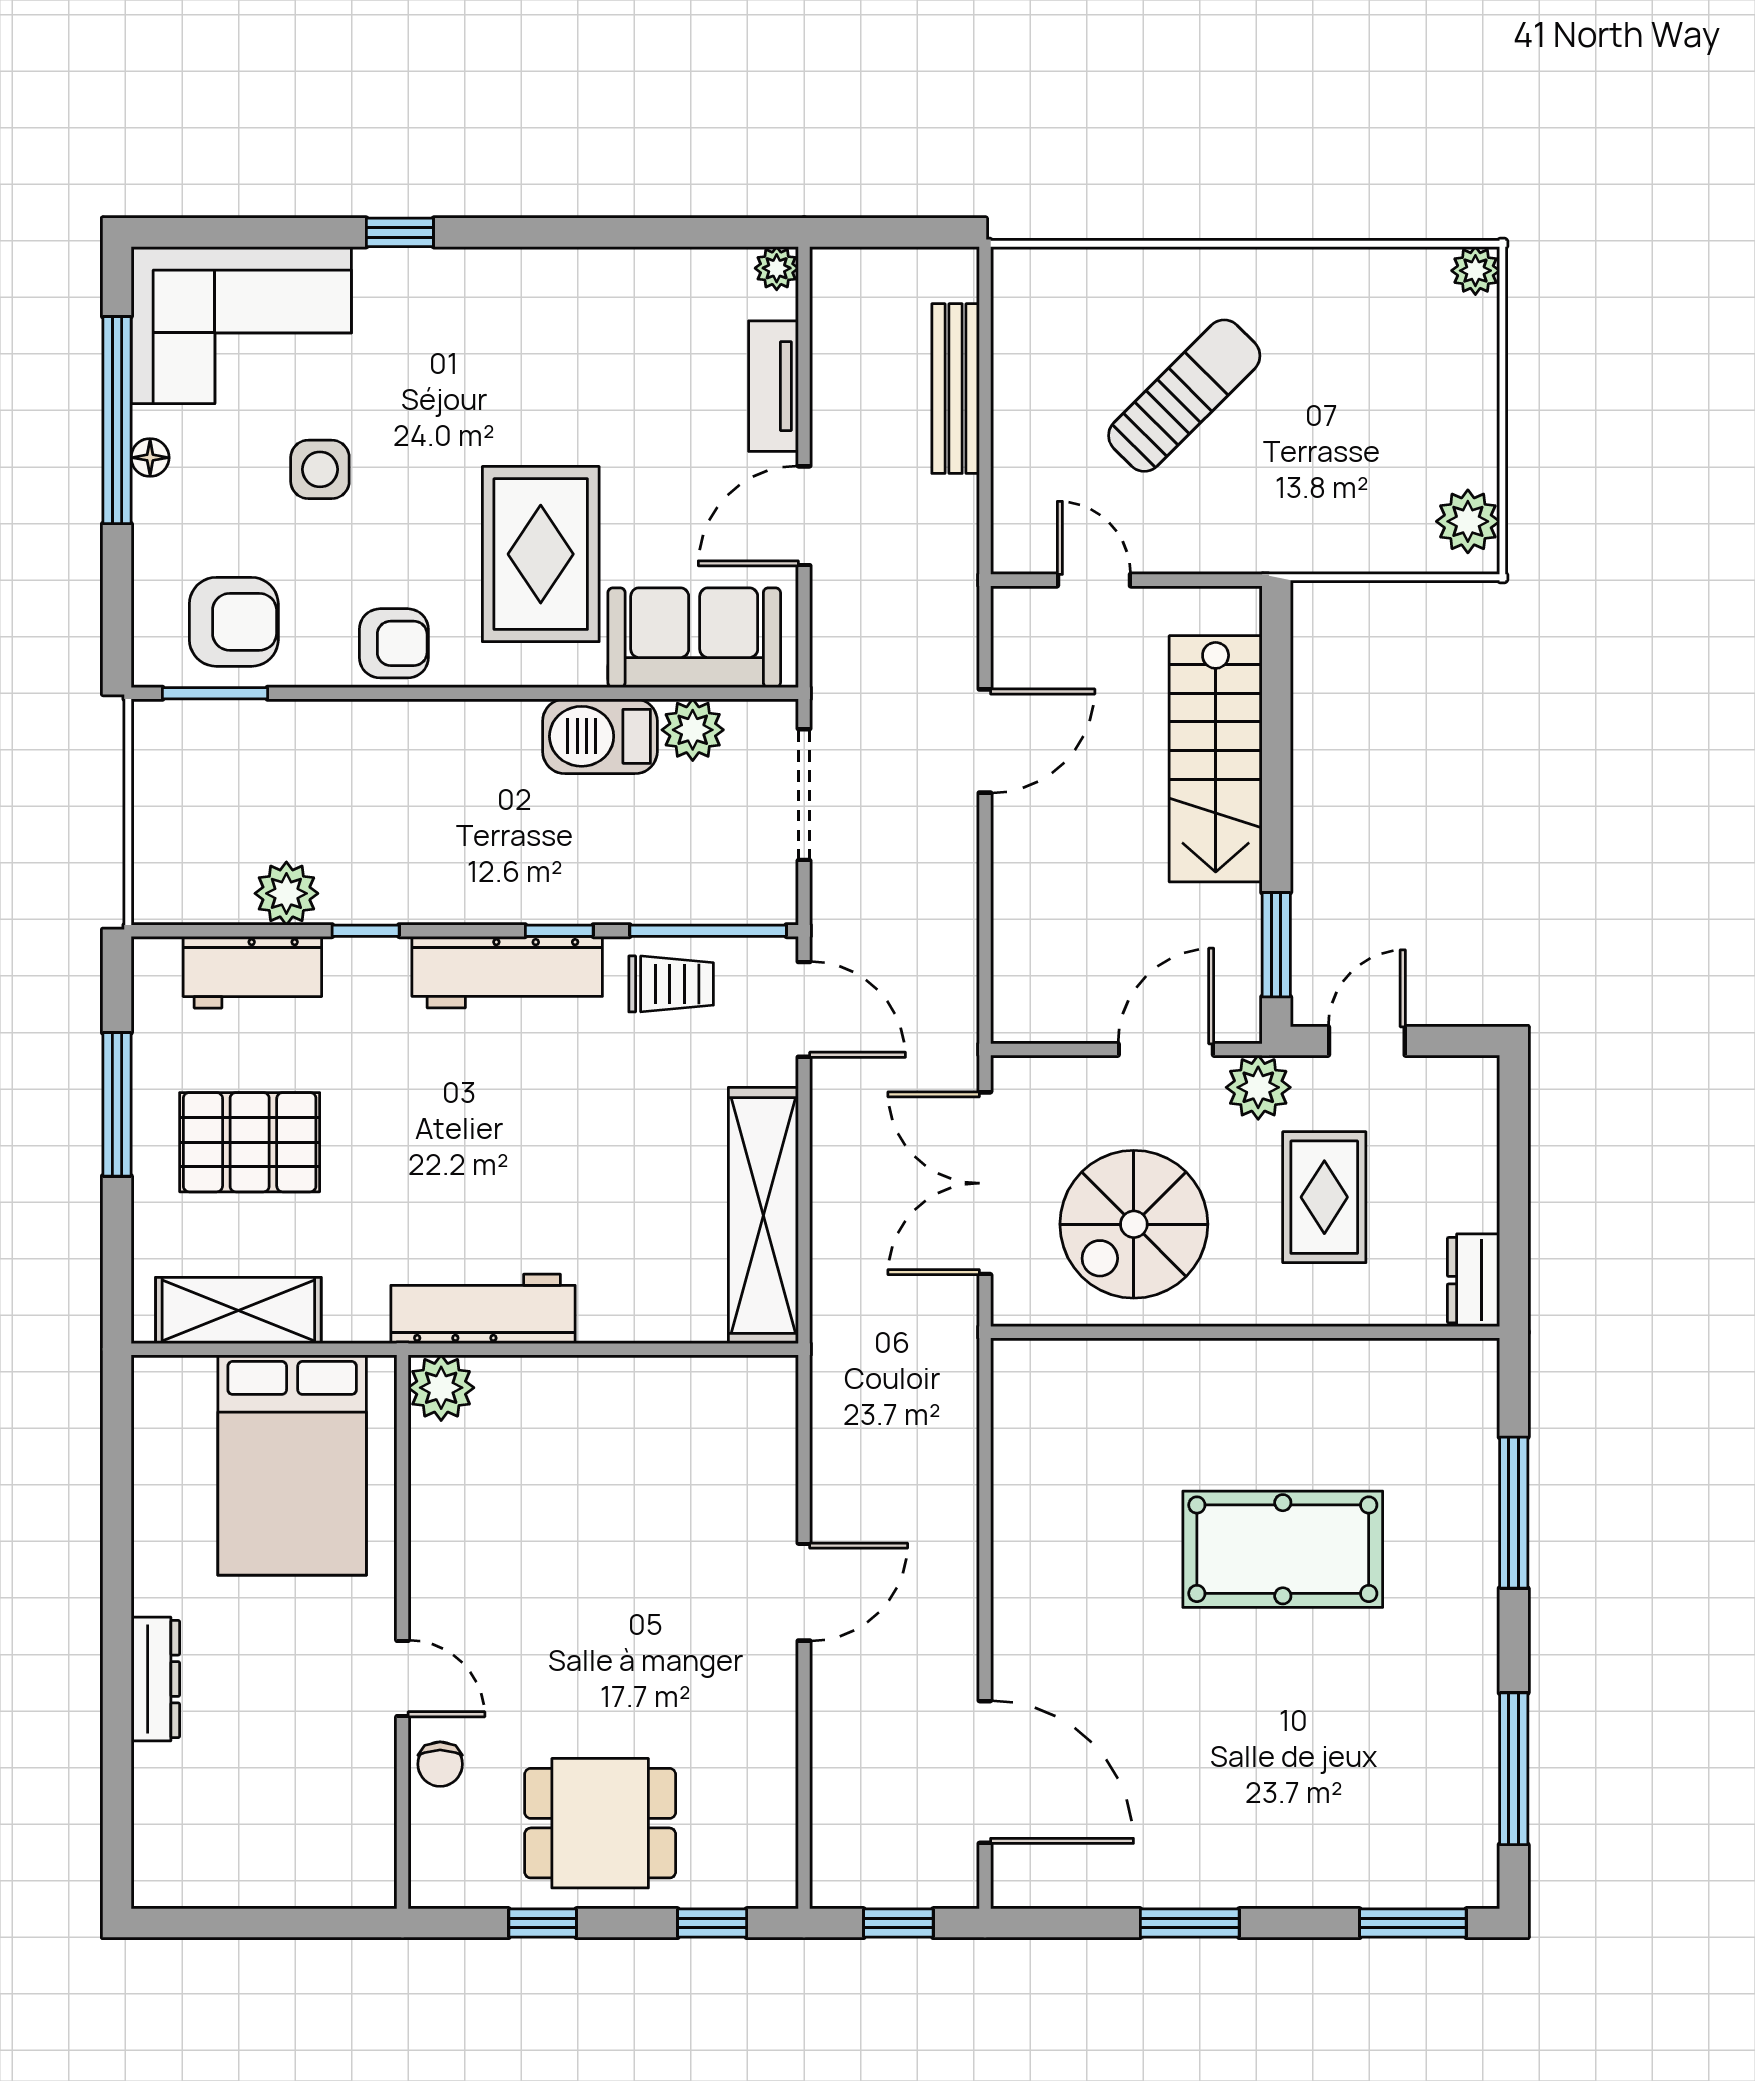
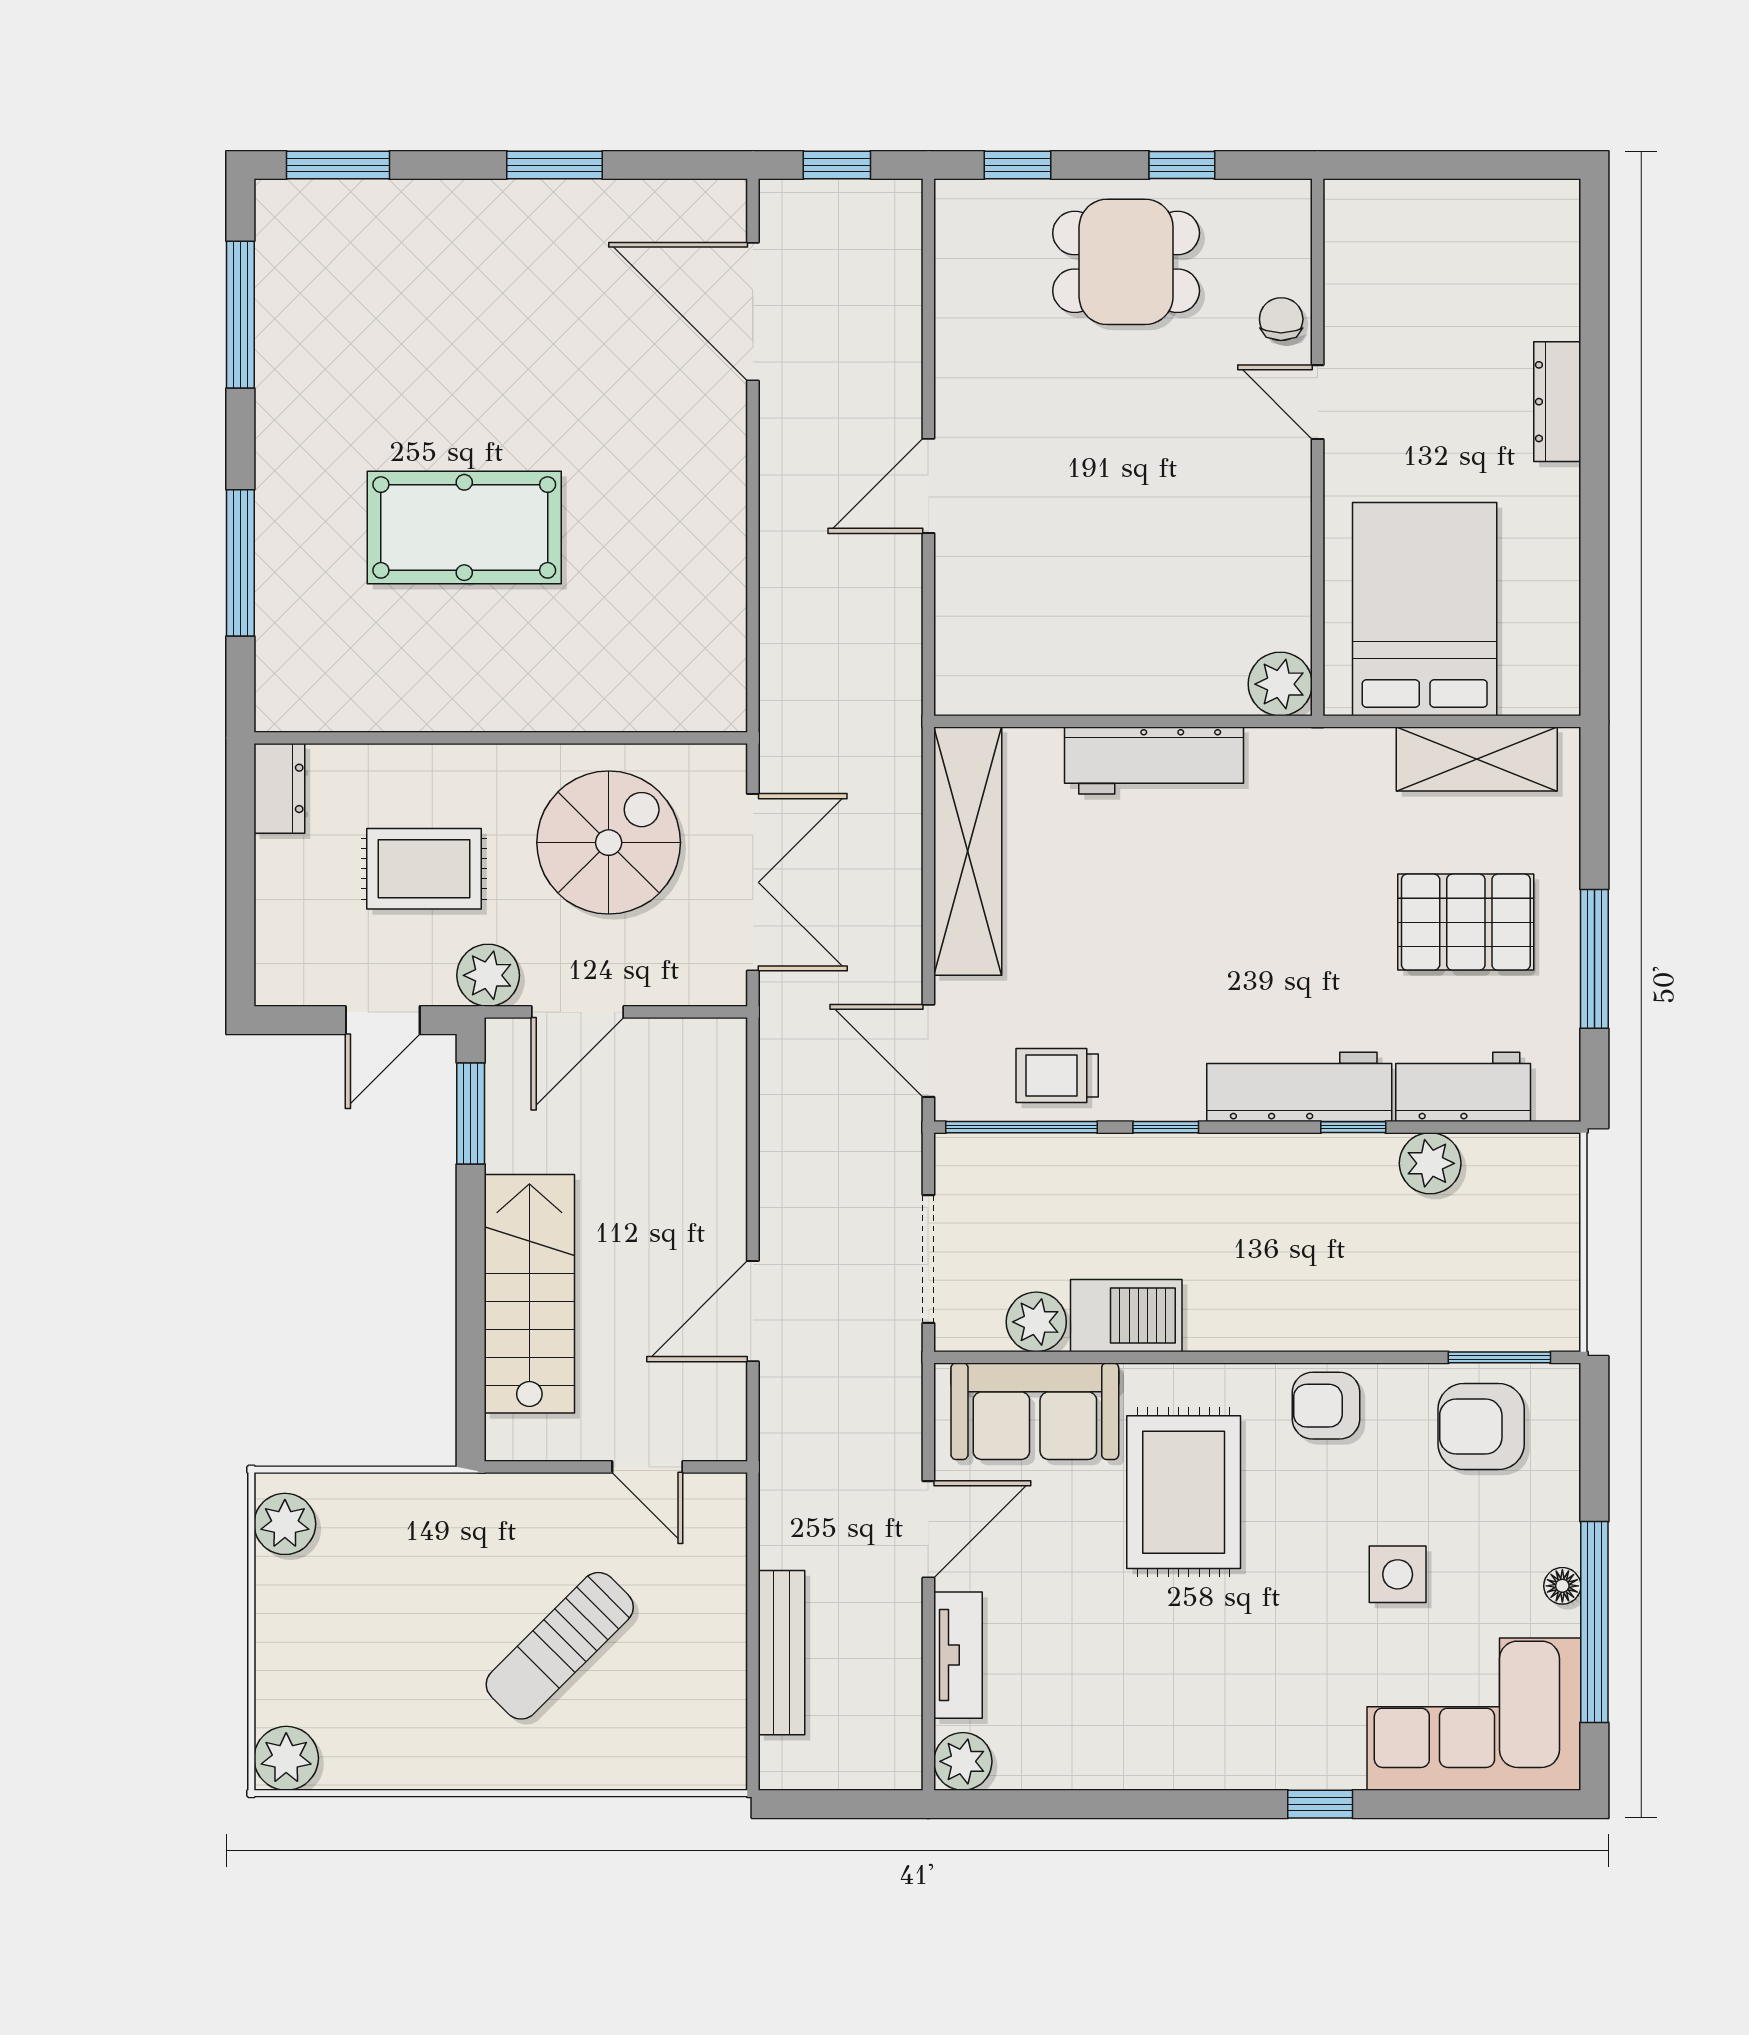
plant: (777, 268) -> (963, 1761), width x1.38, depth x1.38
plant: (1475, 271) -> (286, 1758), width x1.38, depth x1.38
workbench: (507, 972) -> (1299, 1087), moved
rug: (1324, 1197) -> (424, 869), turned 90
workbench: (483, 1309) -> (1154, 760), moved

